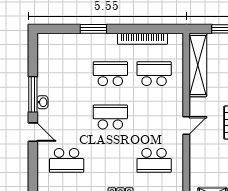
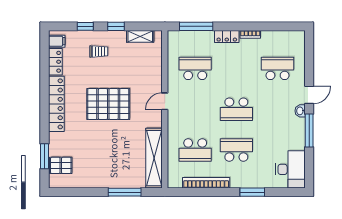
desk: (53, 53) -> (291, 169), added
school desk: (110, 74) -> (236, 150), turned 180
washbasin: (42, 102) -> (300, 111), moved
door: (33, 132) -> (309, 95), swing flipped

